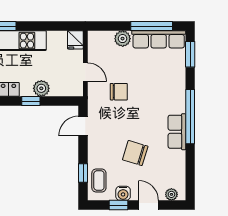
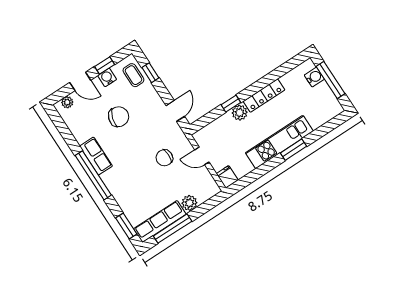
plant: (41, 88) -> (240, 113), moved

